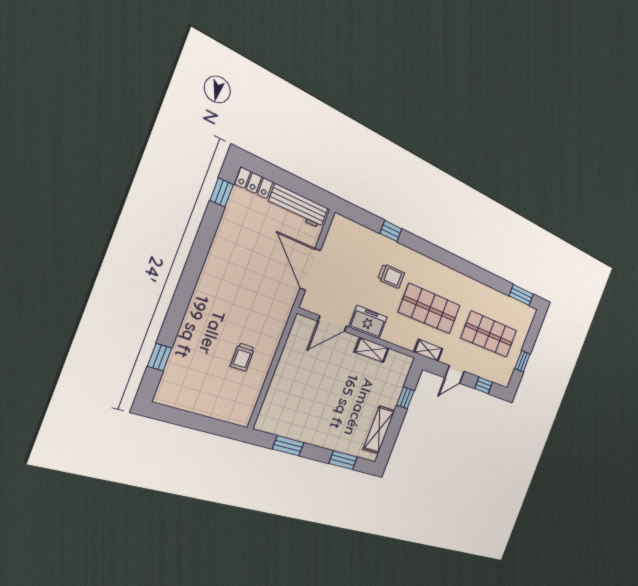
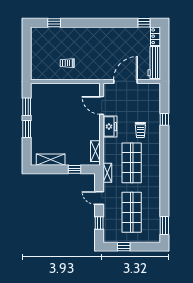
shelving: (372, 350) -> (95, 151), moved
window: (343, 460) -> (27, 129), moved

